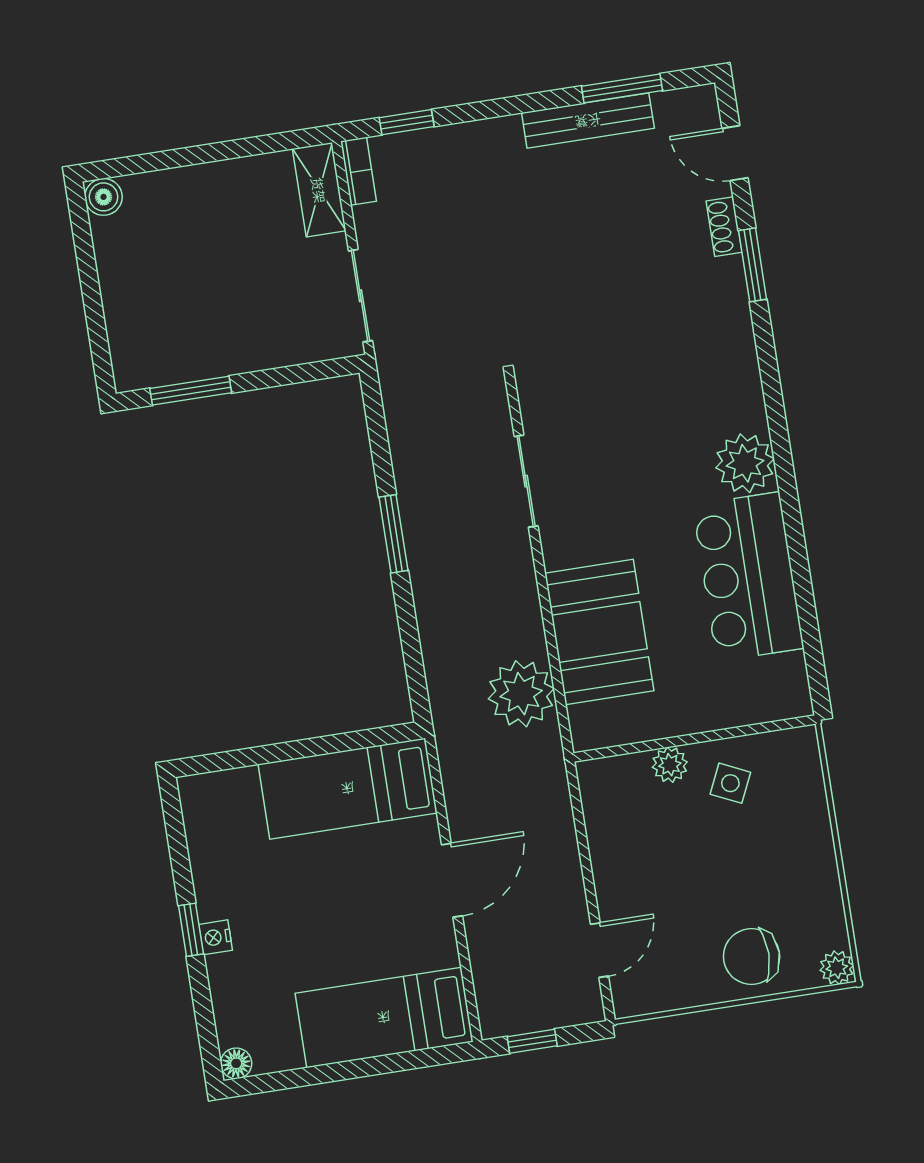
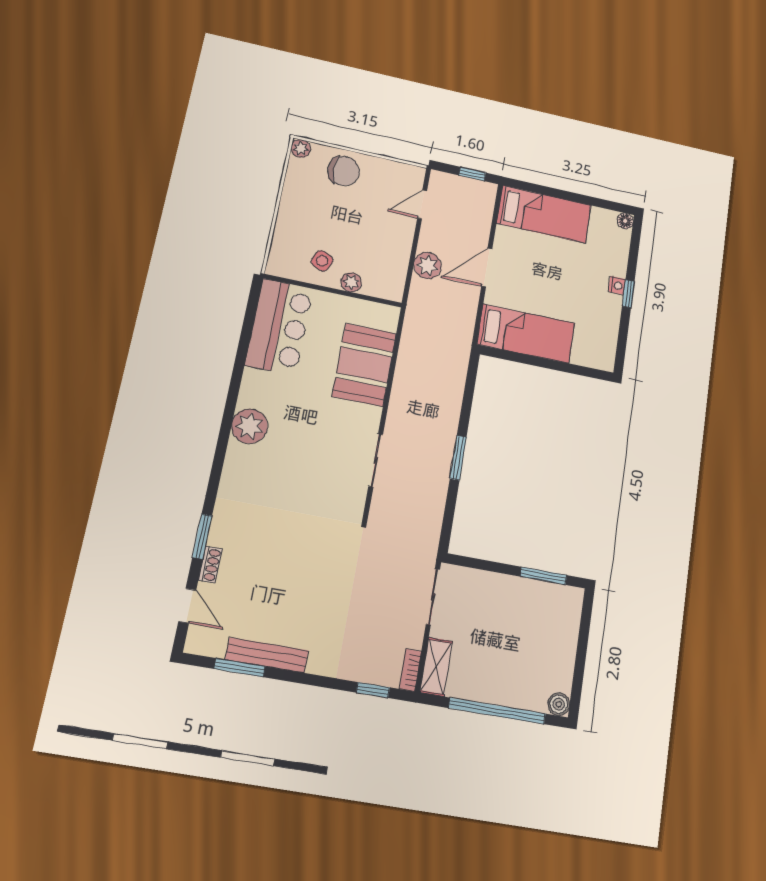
window: (200, 154) -> (497, 711), added
bar counter: (748, 577) -> (279, 327), moved
plant: (521, 694) -> (427, 266), moved, width x0.73, depth x0.73

